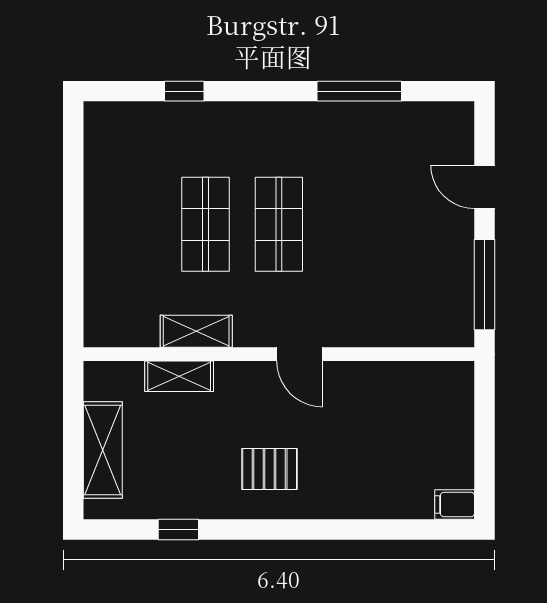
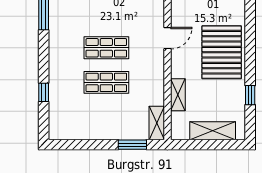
window: (73, 280) -> (132, 145), added
shelving: (196, 331) -> (157, 123), moved
pallet: (270, 469) -> (222, 52), width x2.05, depth x2.00

